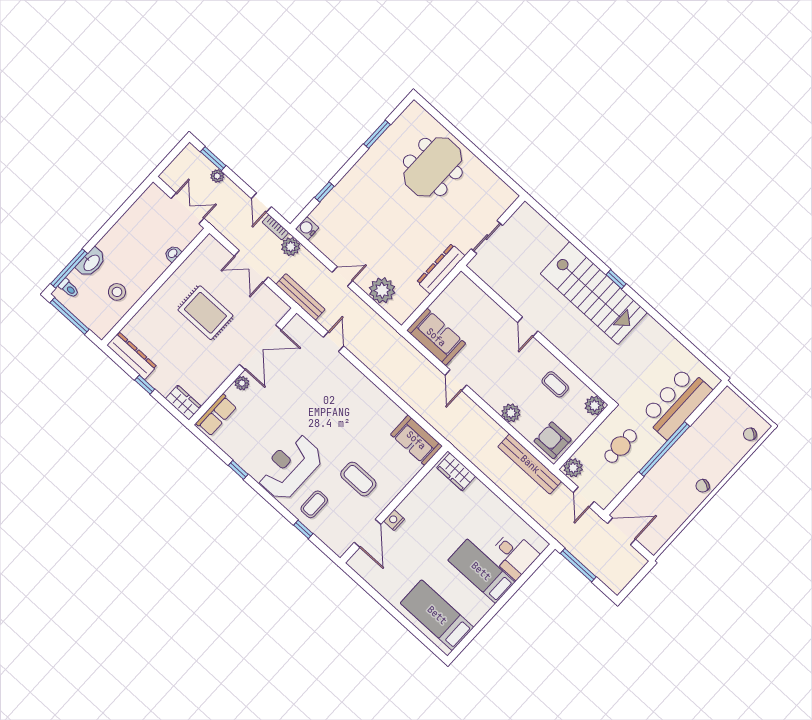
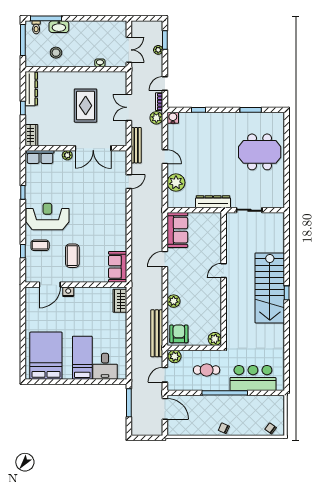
coffee table: (555, 384) -> (207, 310), removed
bed: (437, 615) -> (46, 356), width x1.50

